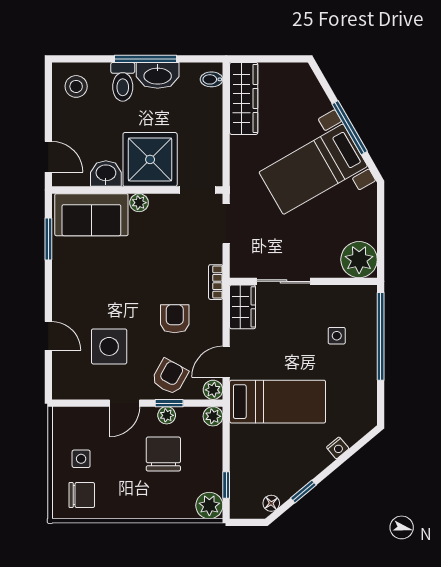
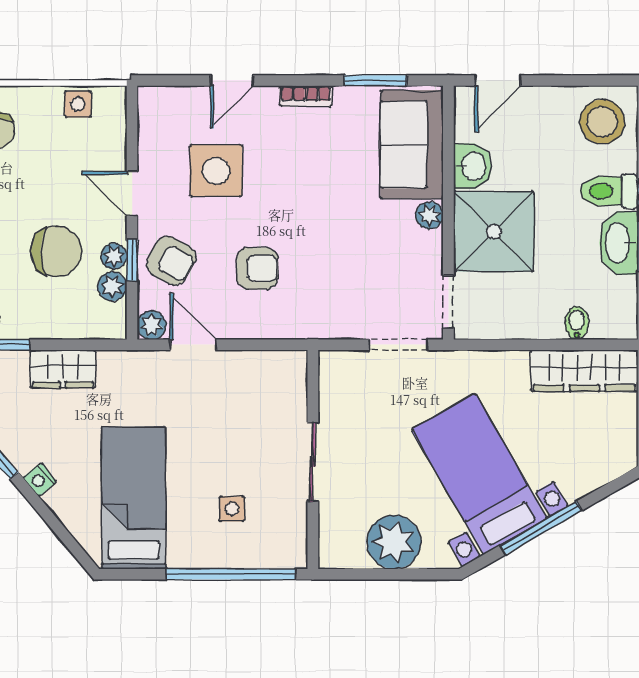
bidet: (212, 79) -> (577, 323), moved
stool: (76, 86) -> (602, 122), width x1.38, depth x1.38
plant: (359, 260) -> (394, 542), moved
sliding door: (283, 281) -> (313, 462), moved
bookcase: (216, 282) -> (306, 96), moved, turned 180
wardrobe: (243, 307) -> (63, 369), moved
bed: (278, 402) -> (134, 498), moved, turned 180
plant: (213, 416) -> (112, 287), moved
nightstand: (338, 448) -> (40, 480), moved
side table: (81, 459) -> (78, 104), moved

